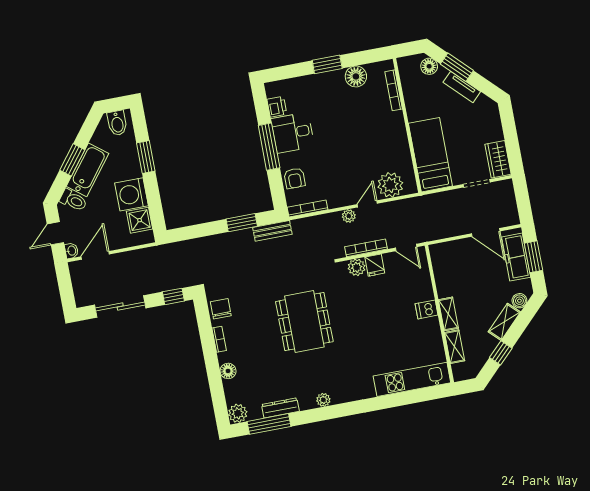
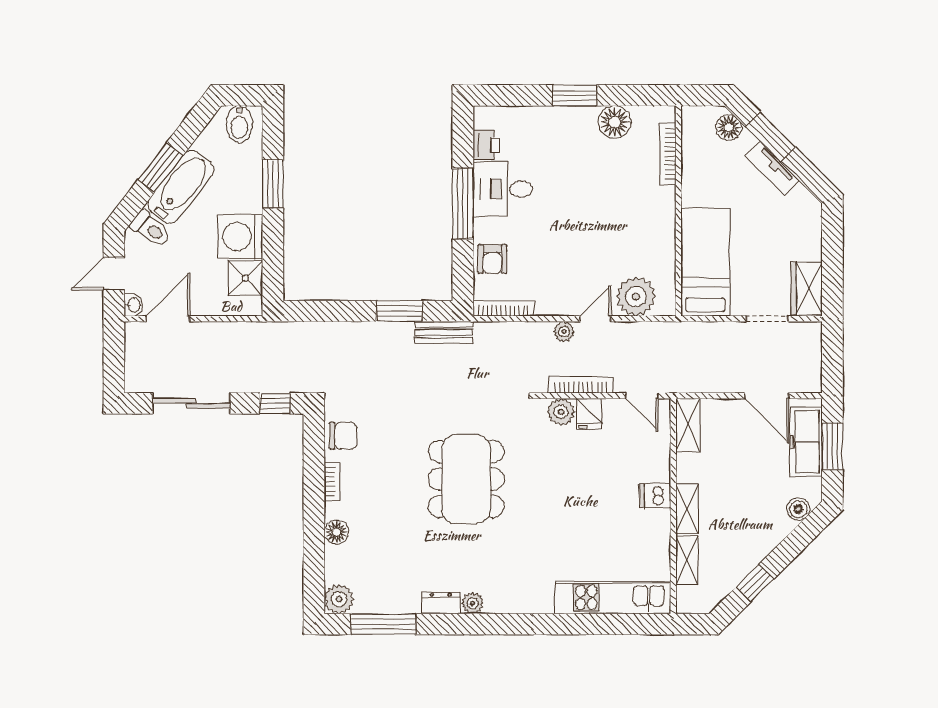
chair: (221, 309) -> (343, 436), turned 90
shelving: (504, 322) -> (688, 425), moved, turned -45
dresser: (280, 408) -> (441, 603), moved, width x0.70

